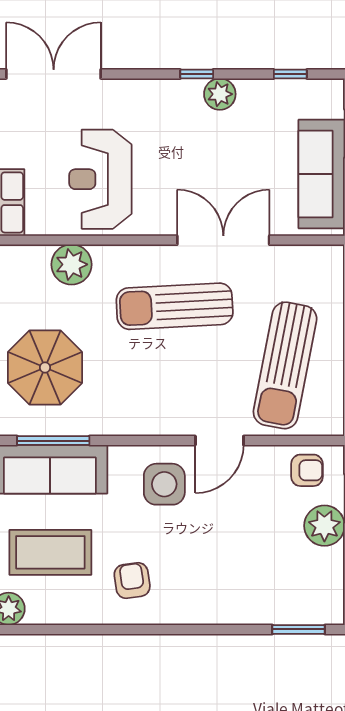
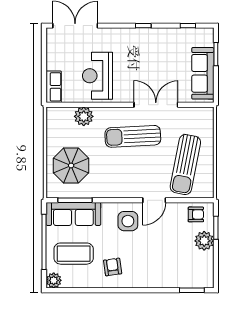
plant: (220, 94) -> (154, 35), removed

